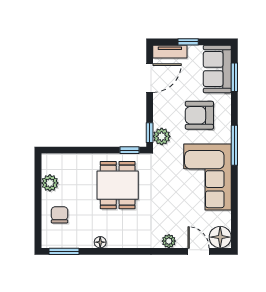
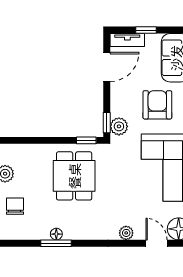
armchair: (199, 115) -> (157, 105), turned 90
window: (64, 251) -> (56, 243), moved

